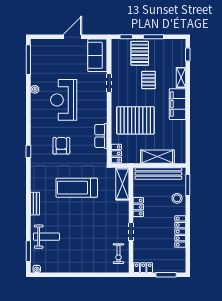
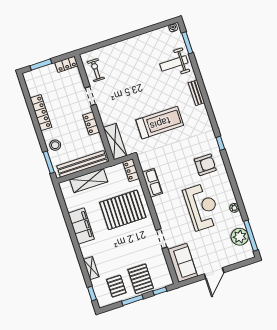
plant: (39, 62) -> (240, 237), added
pallet: (149, 80) -> (116, 286), moved
filing cabinet: (178, 104) -> (81, 226), moved
armchair: (61, 146) -> (205, 165), moved, turned -90

